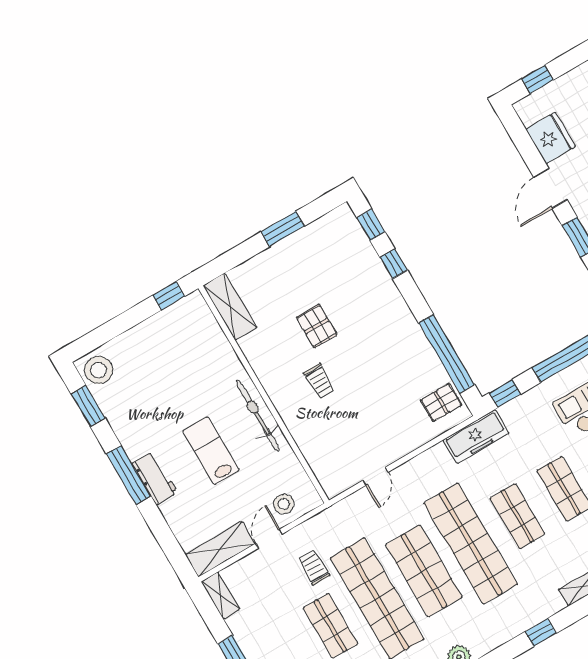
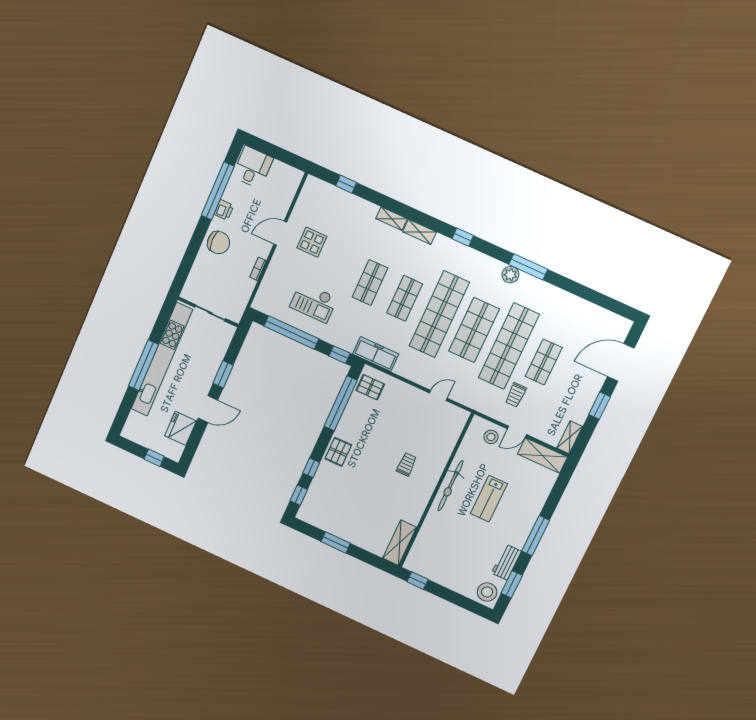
pallet: (317, 326) -> (338, 452), moved
workbench: (155, 478) -> (506, 562), moved

